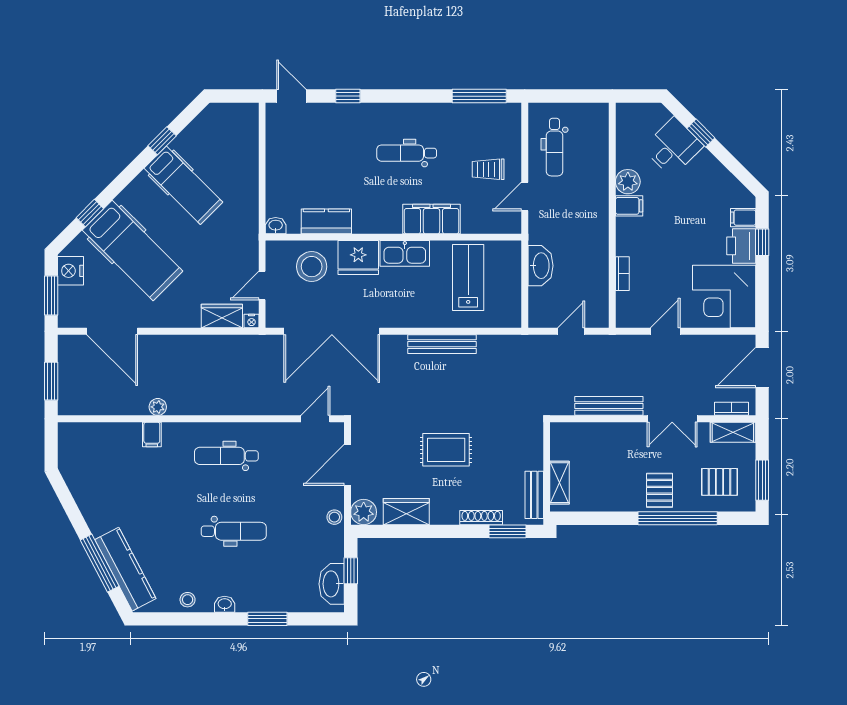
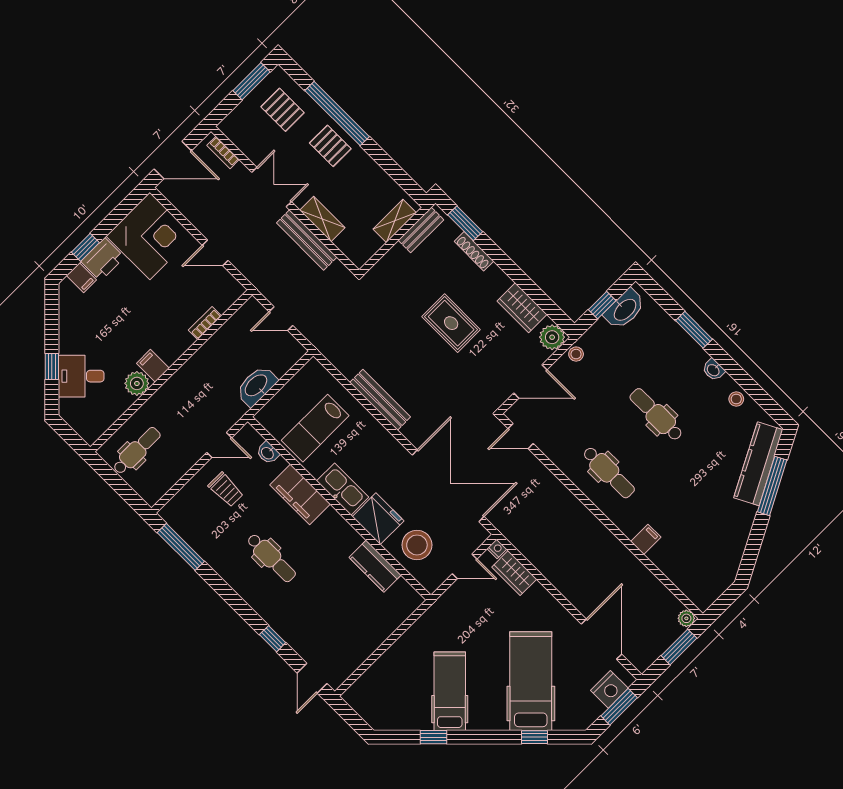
dental chair: (554, 147) -> (137, 451), moved
washbasin: (276, 226) -> (268, 453), moved
nightstand: (71, 271) -> (609, 689), moved
plant: (158, 407) -> (686, 618), moved
shelving: (733, 432) -> (322, 219), moved
pallet: (659, 490) -> (330, 146), turned 90

